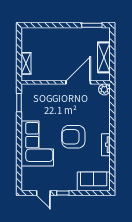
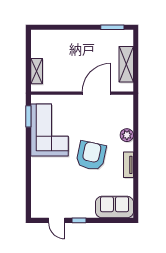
plant: (104, 89) -> (127, 135), moved
armchair: (73, 137) -> (91, 156), turned 102
corner sofa: (37, 144) -> (49, 130), moved

